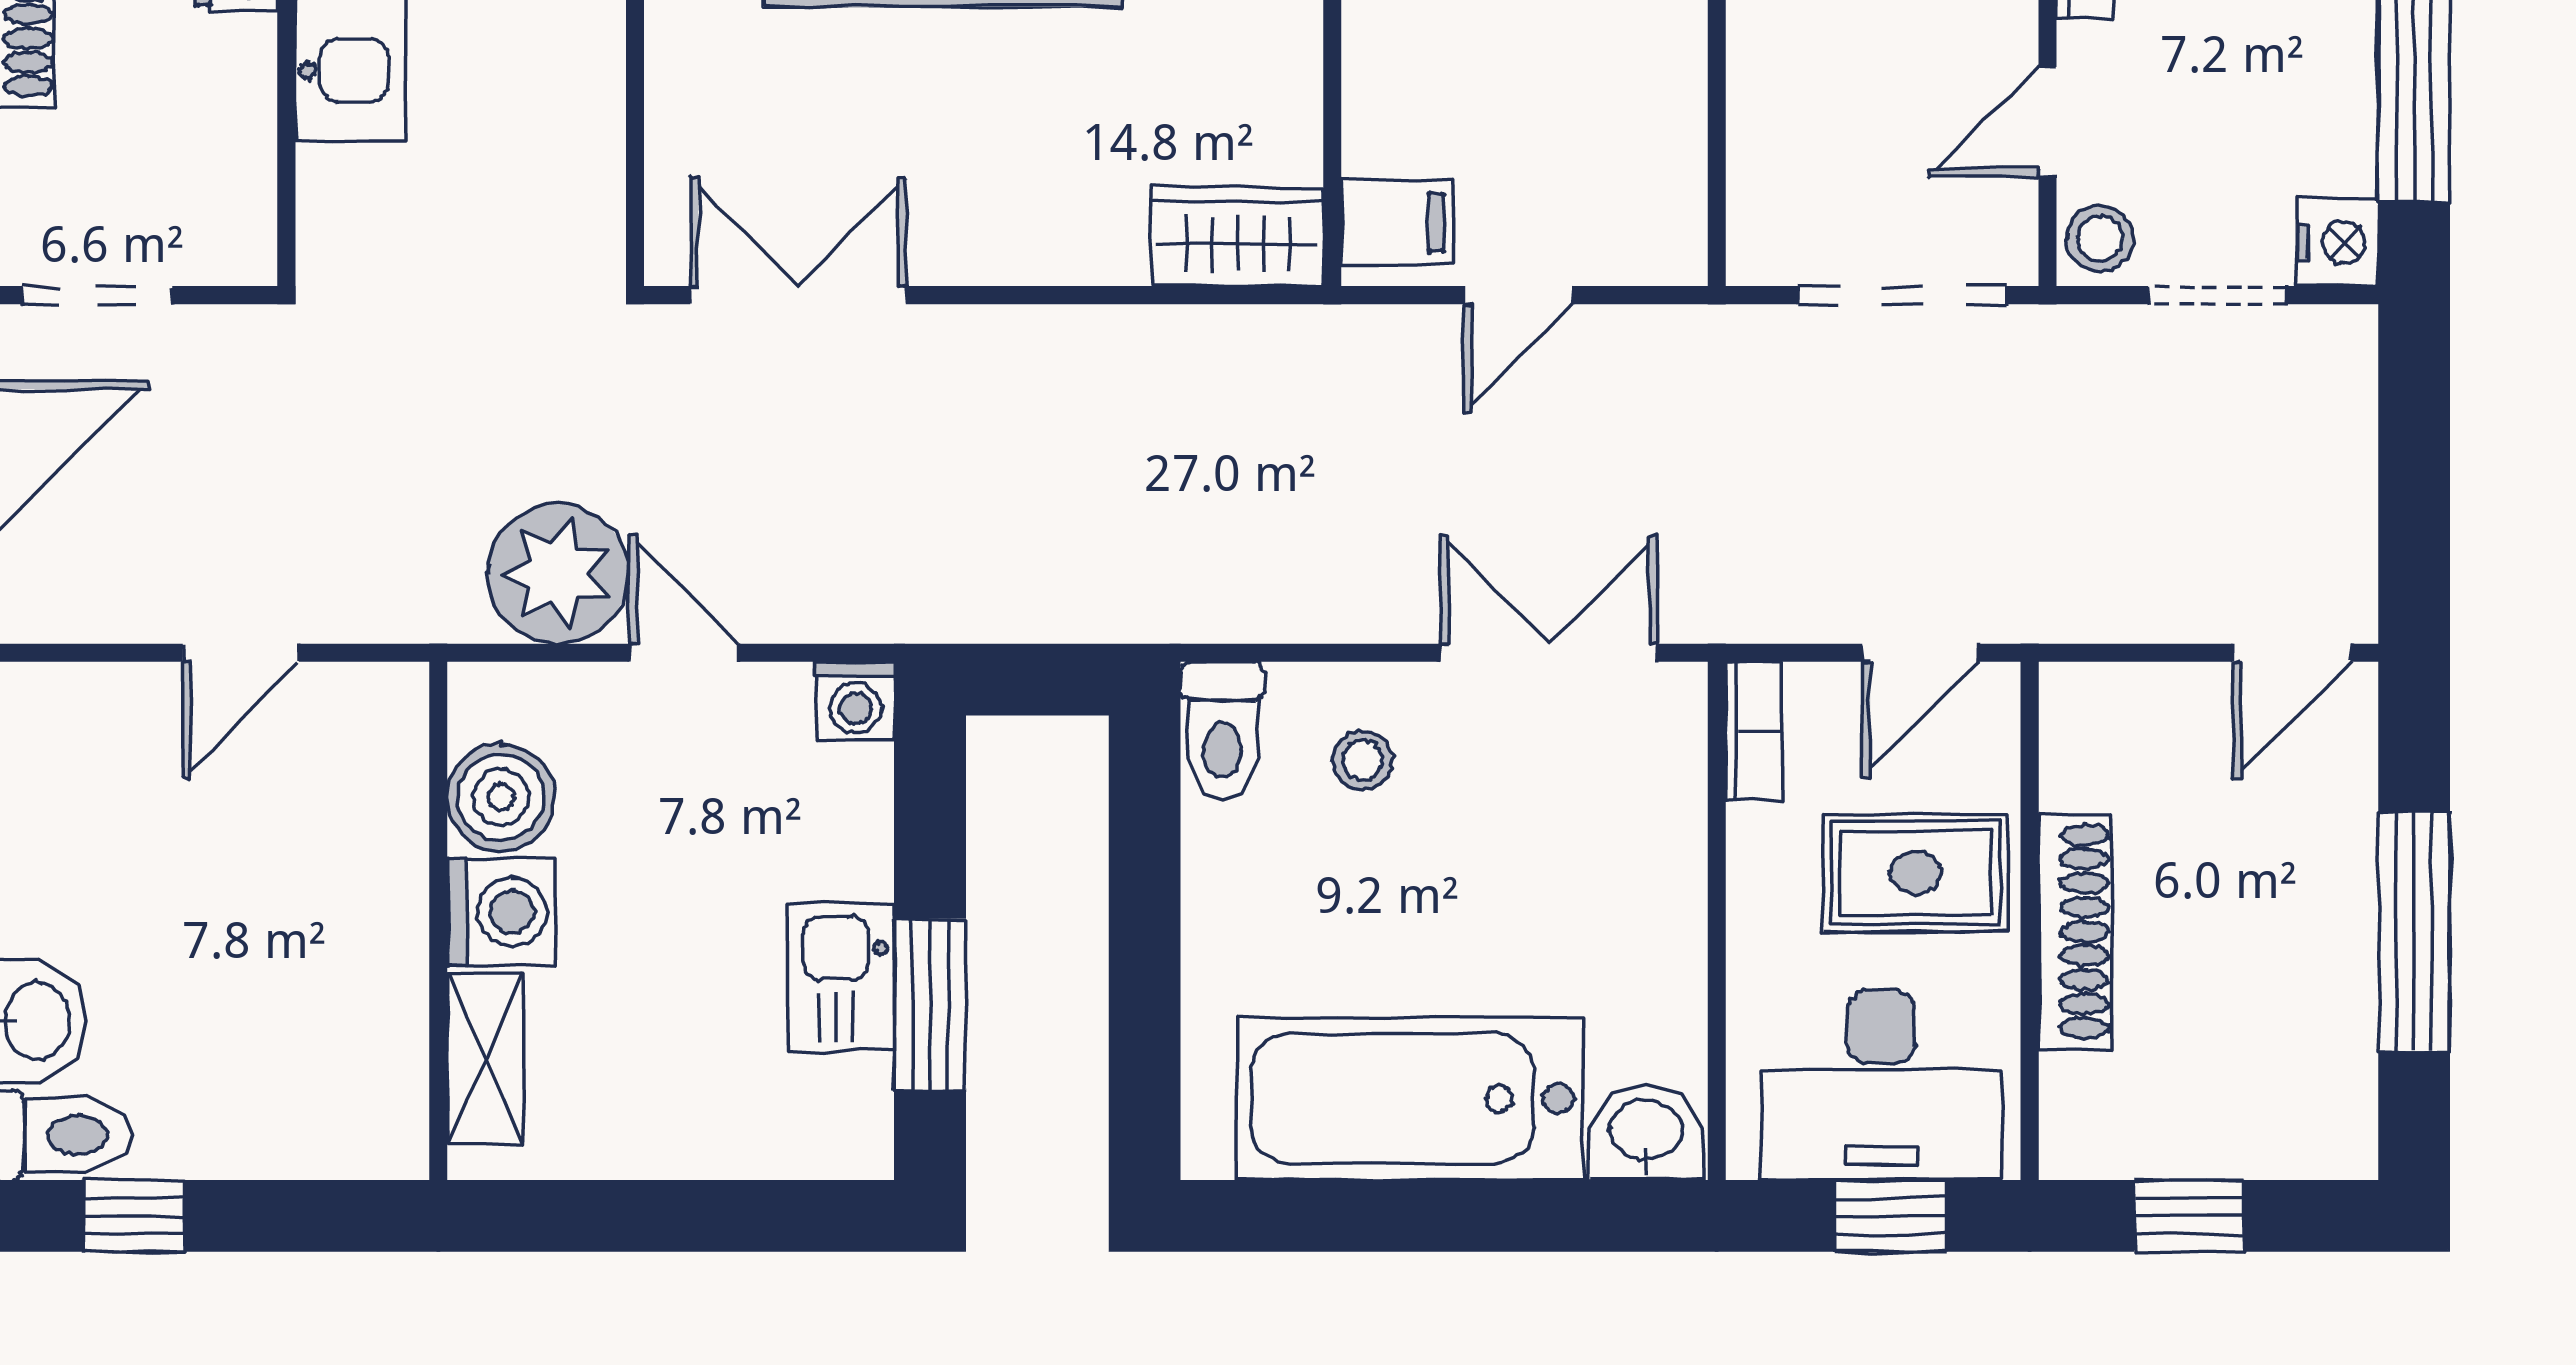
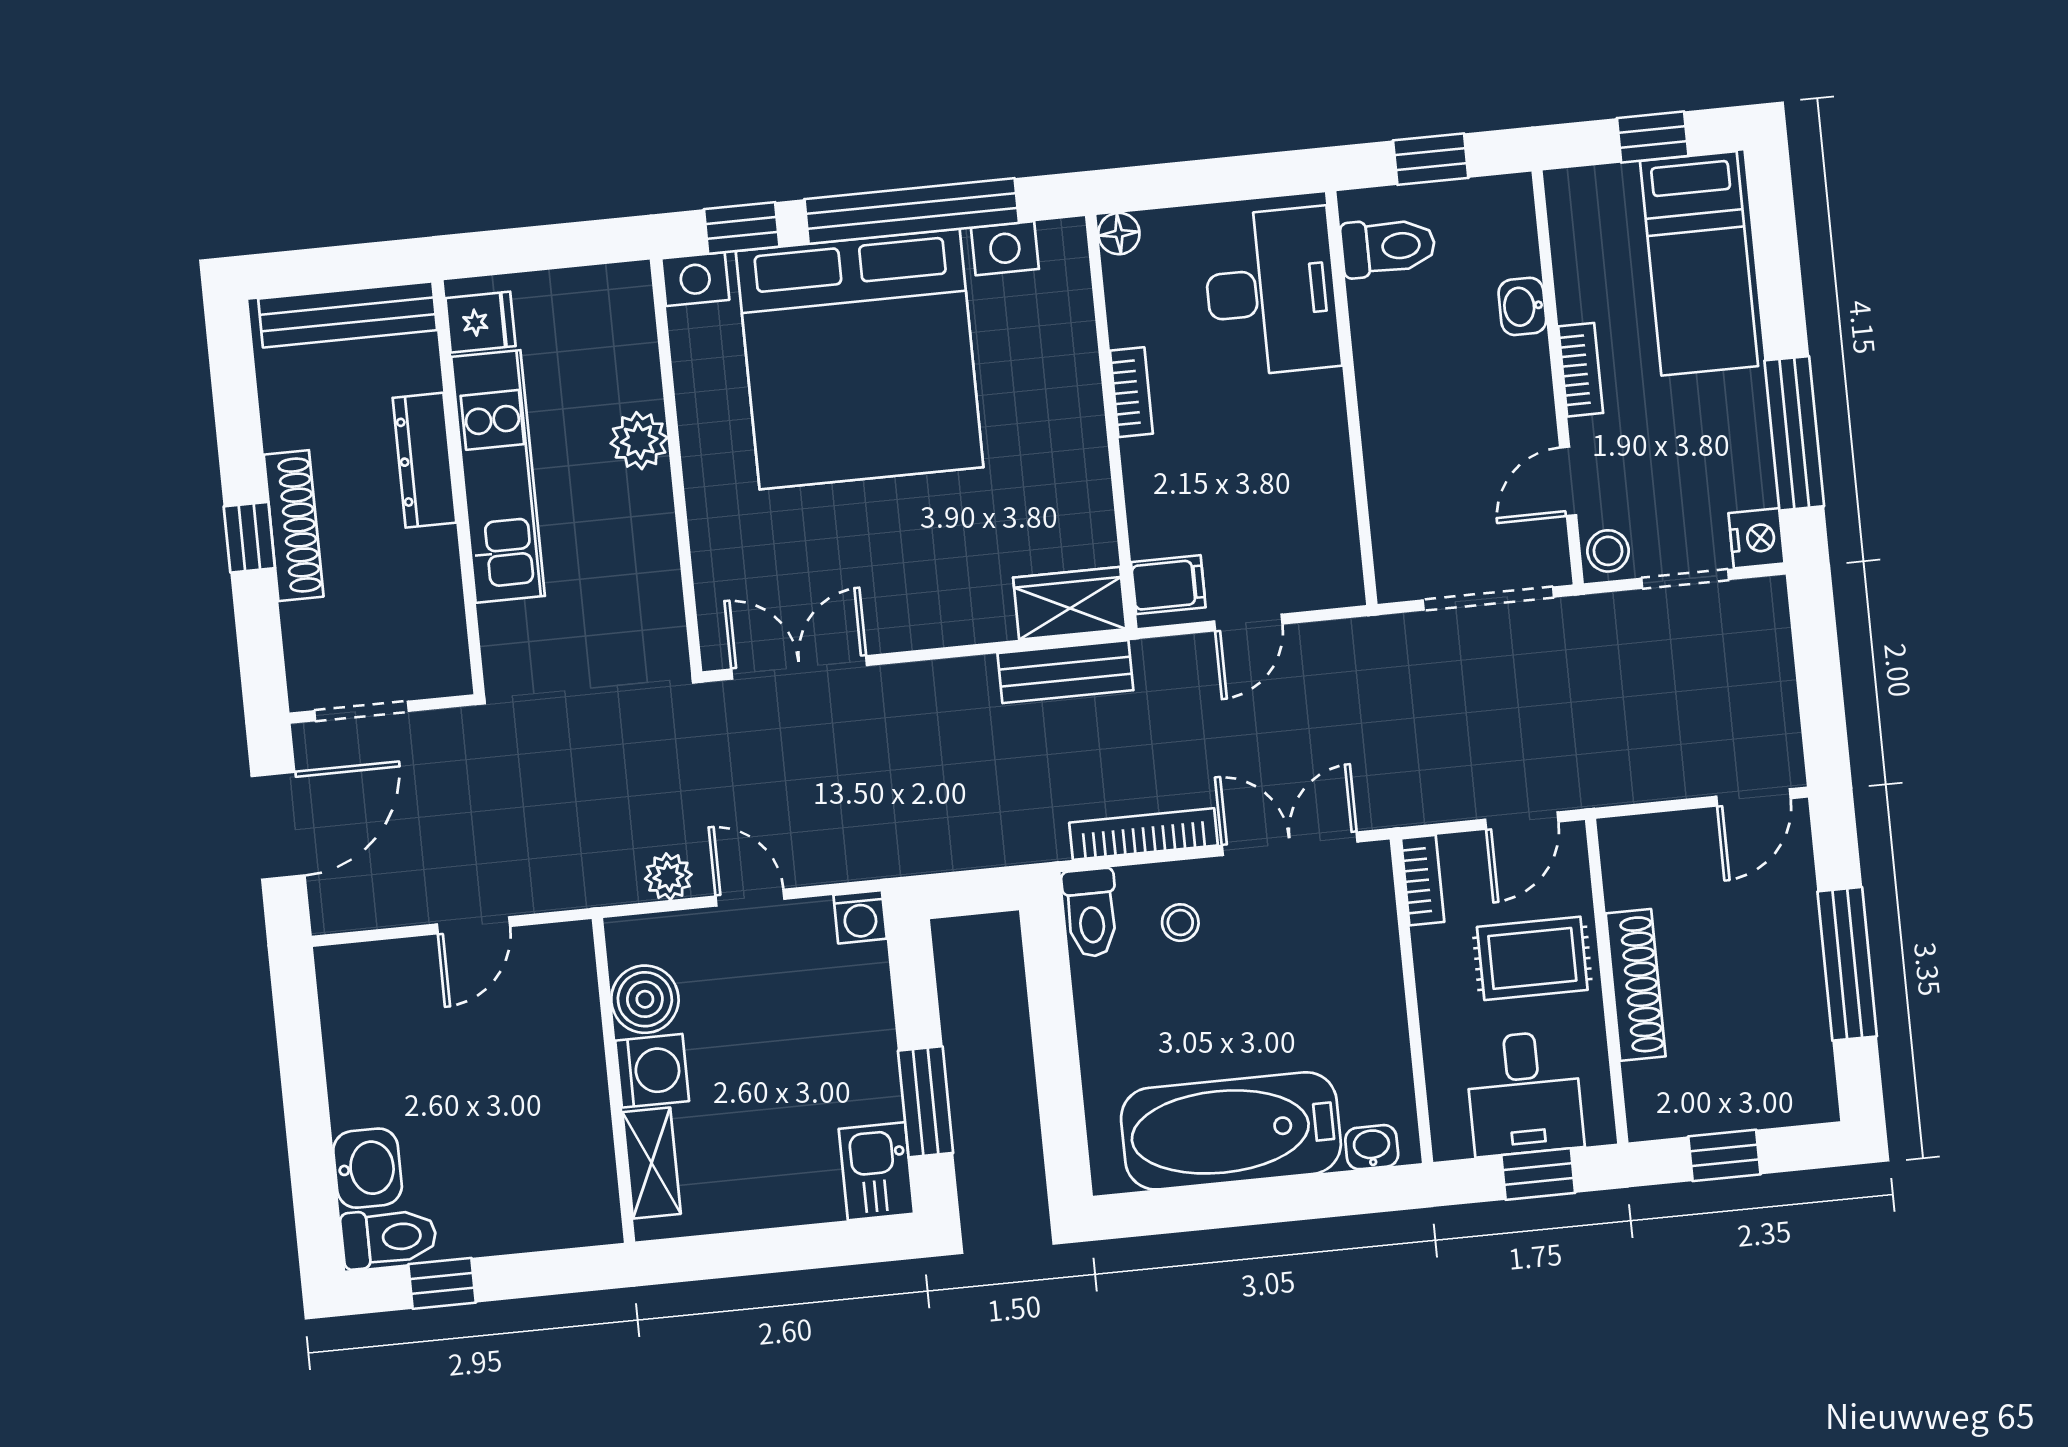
bench: (1220, 344) -> (1065, 672), added
plant: (558, 574) -> (668, 877), width x0.53, depth x0.53
bookcase: (1318, 614) -> (1143, 834), added
kitchen sink: (841, 978) -> (876, 1171), moved
desk: (1881, 1086) -> (1524, 1093), width x0.73
washbasin: (1646, 1132) -> (1372, 1147), width x0.72, depth x0.69

